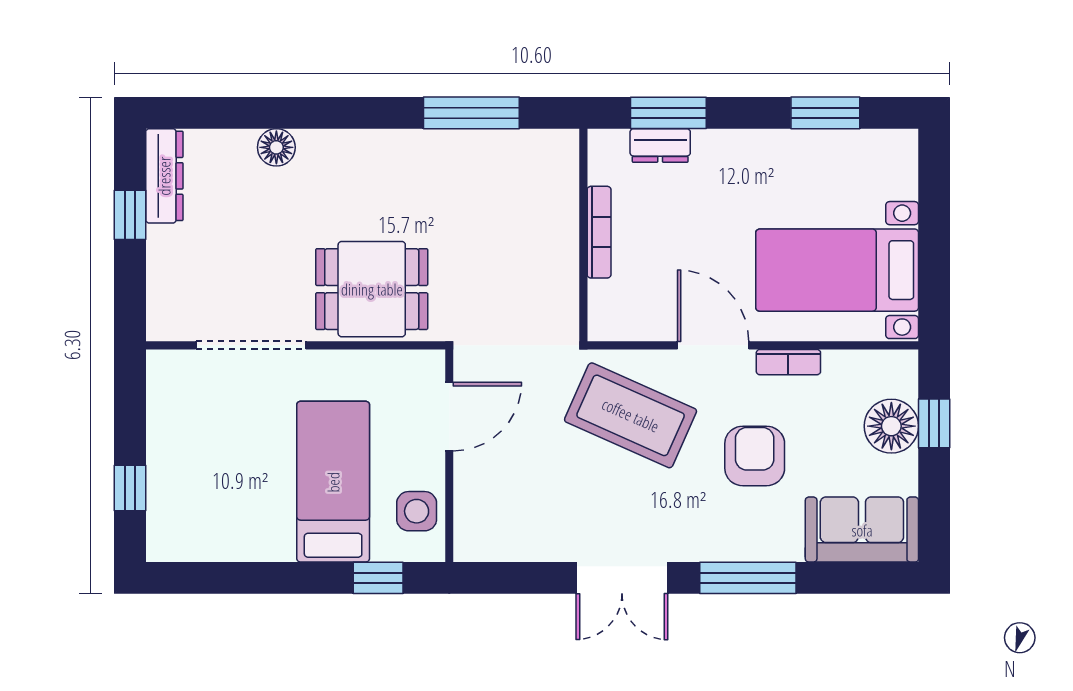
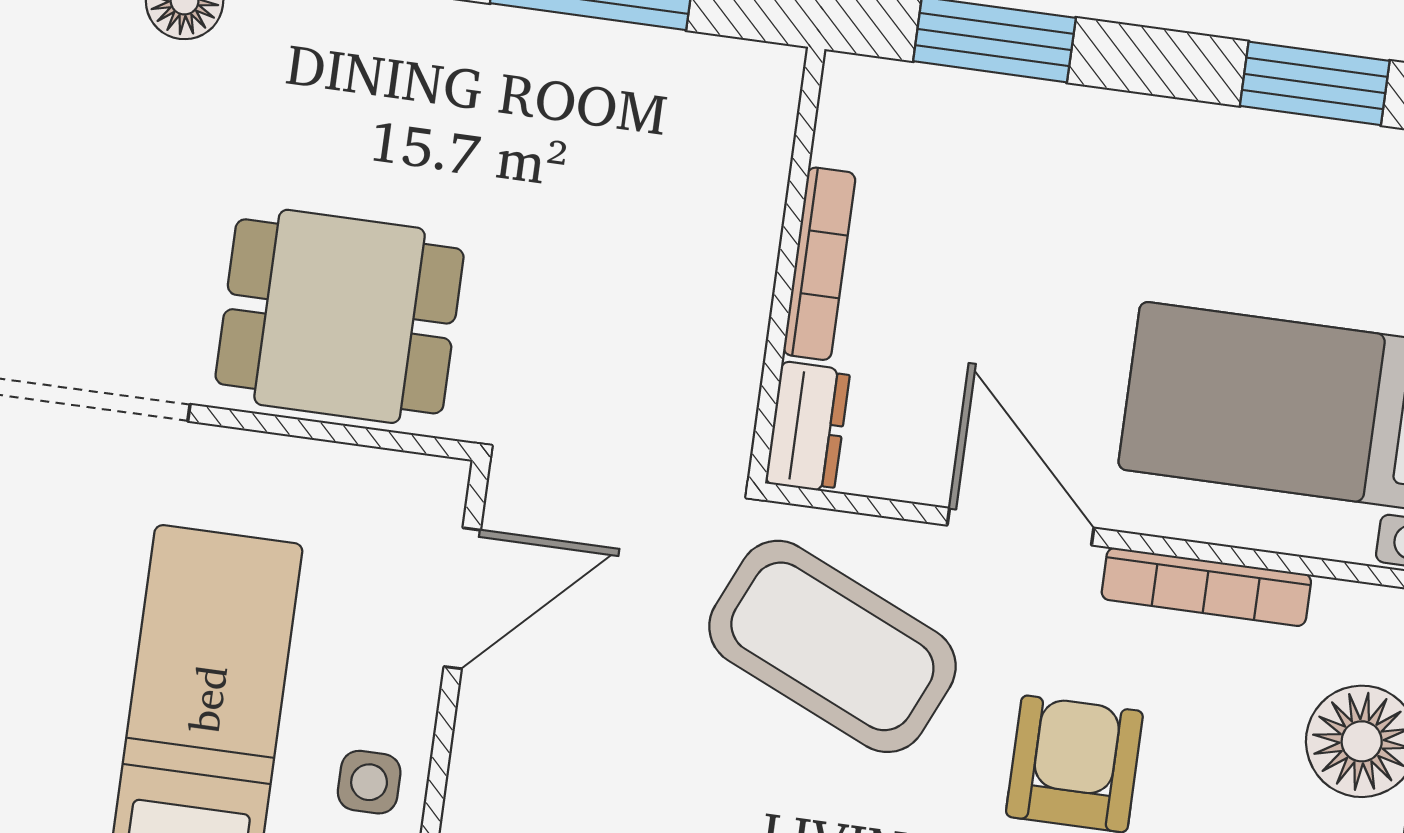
dresser: (660, 145) -> (808, 427), moved, turned -90
bookcase: (788, 362) -> (1206, 587), width x1.56
side table: (417, 511) -> (369, 782), width x0.73, depth x0.73

